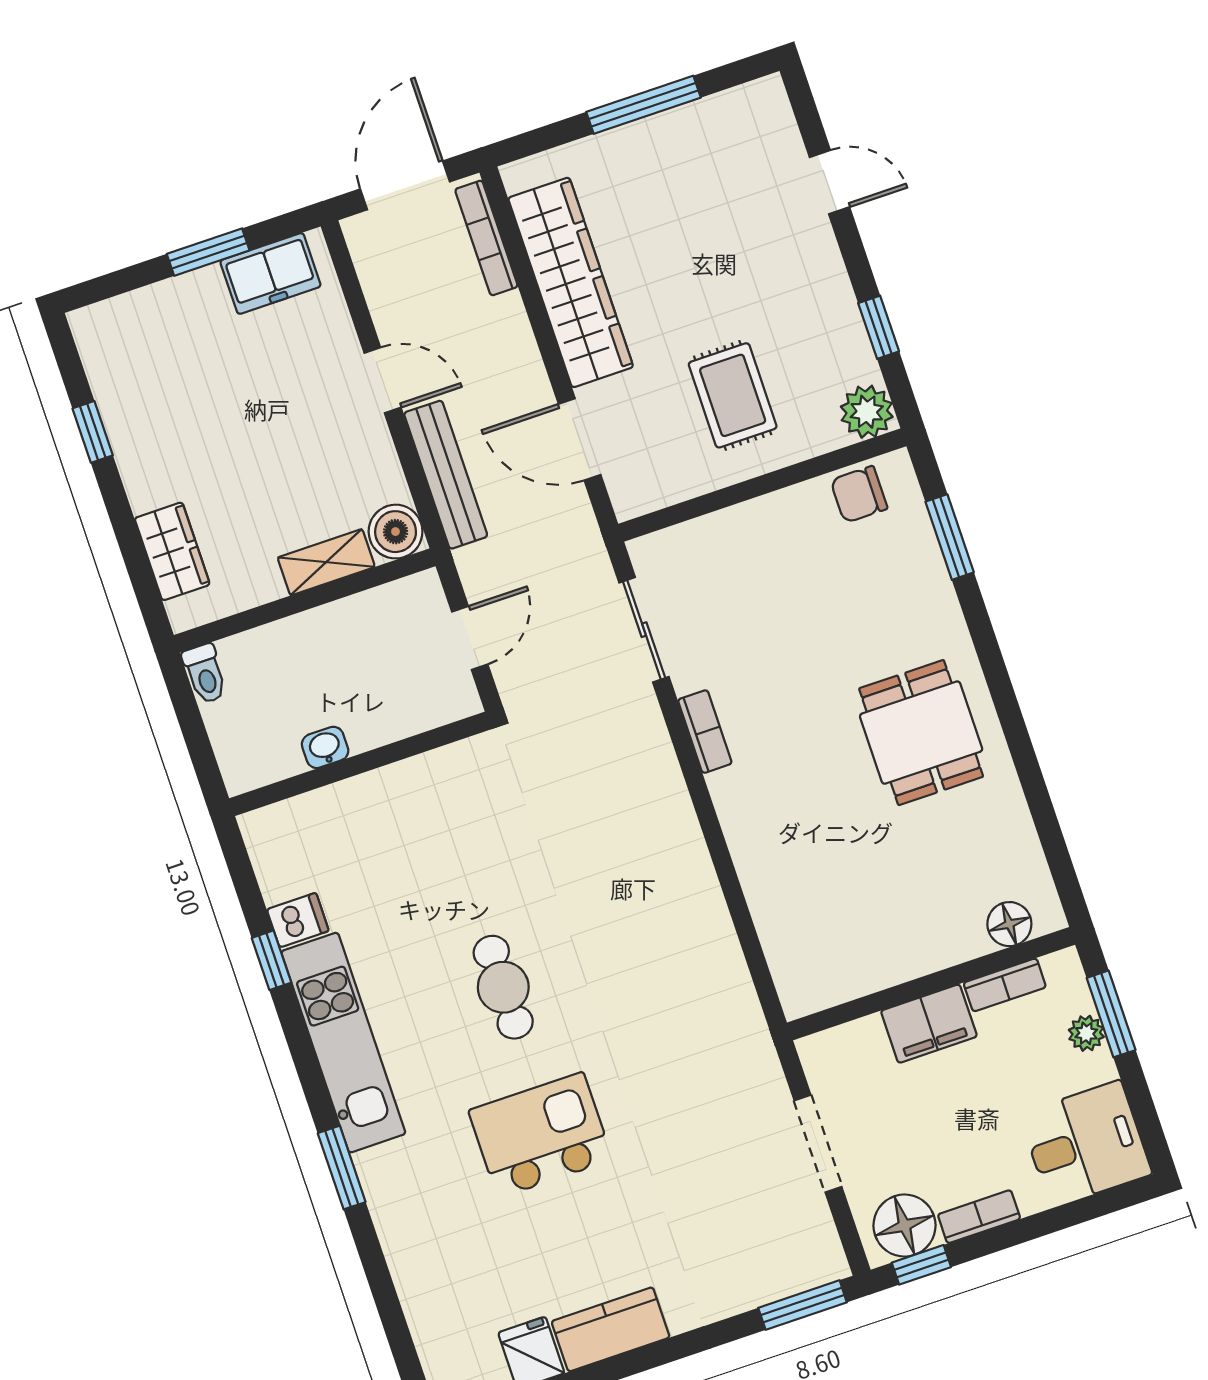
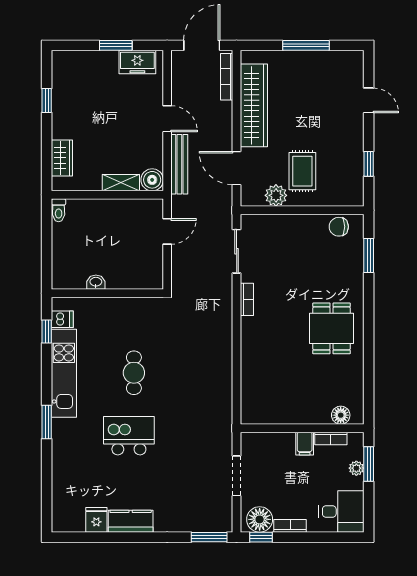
plant: (867, 412) -> (276, 195), moved
washbasin: (325, 747) -> (96, 282), moved
wall: (360, 764) -> (107, 293), moved
filing cabinet: (929, 1024) -> (305, 444), width x0.50

